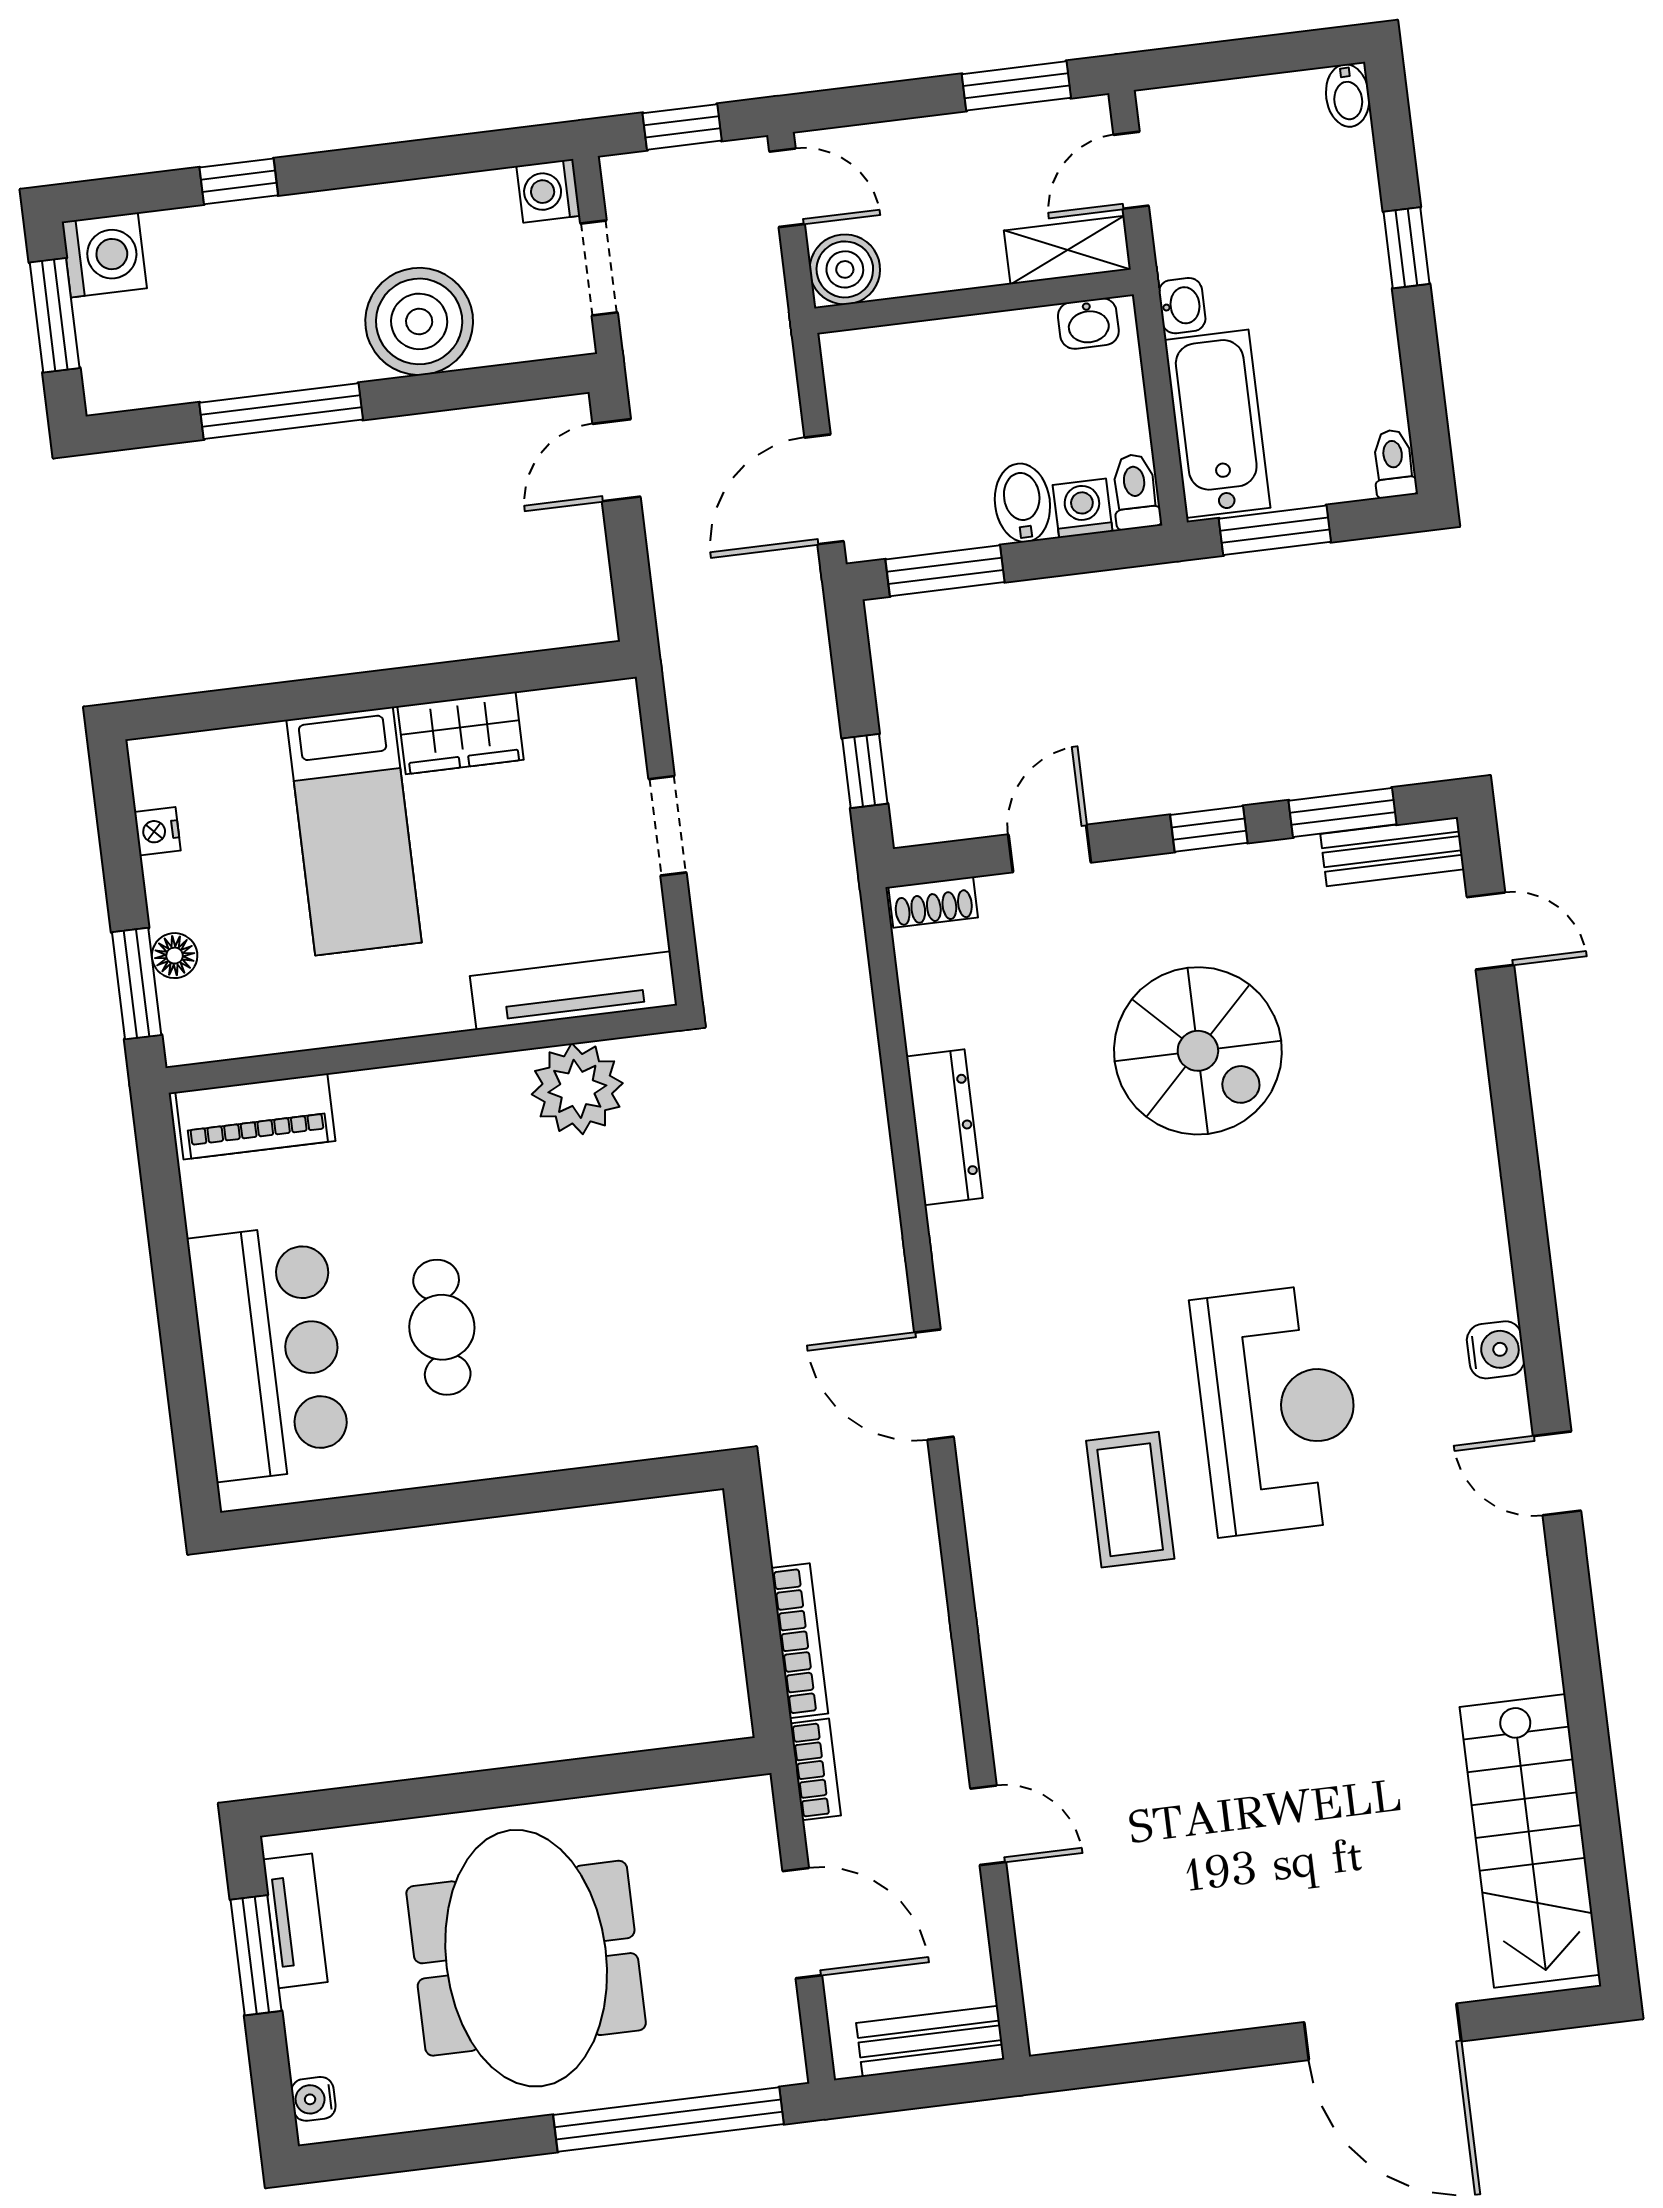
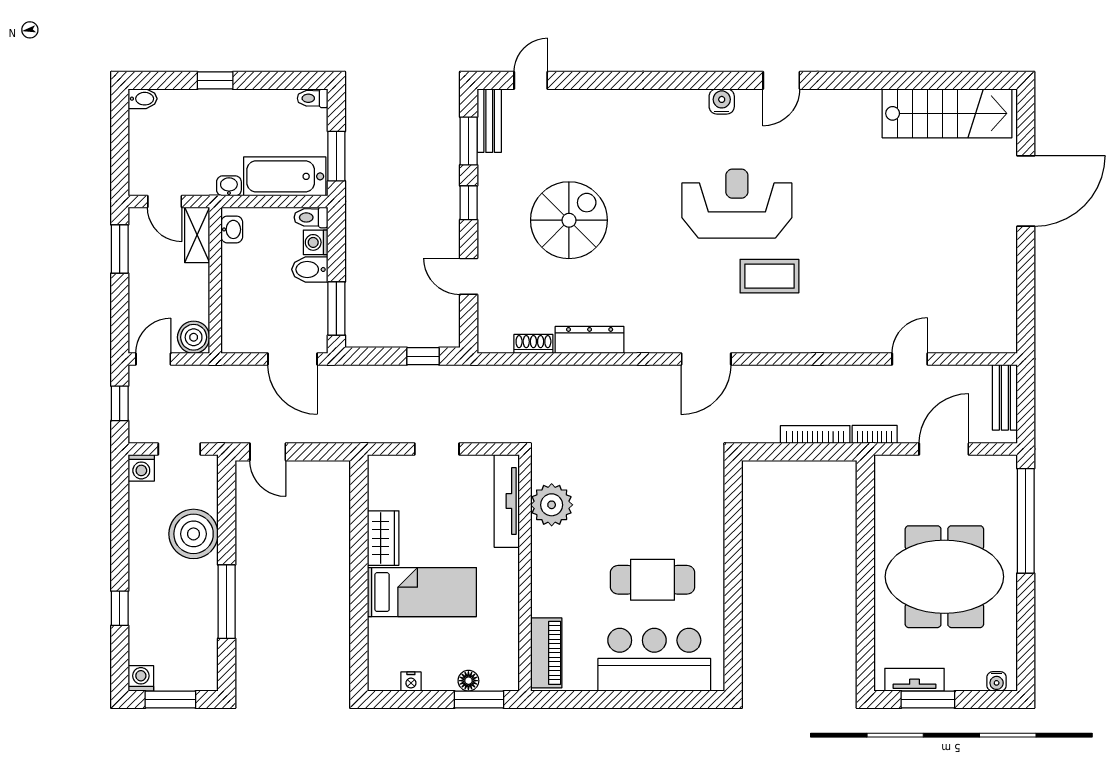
washing machine: (104, 255) -> (141, 678), width x0.73, depth x0.73
shoe rack: (933, 902) -> (533, 344), moved, turned -90
cafe table: (442, 1327) -> (653, 580), width x1.37, depth x1.35

